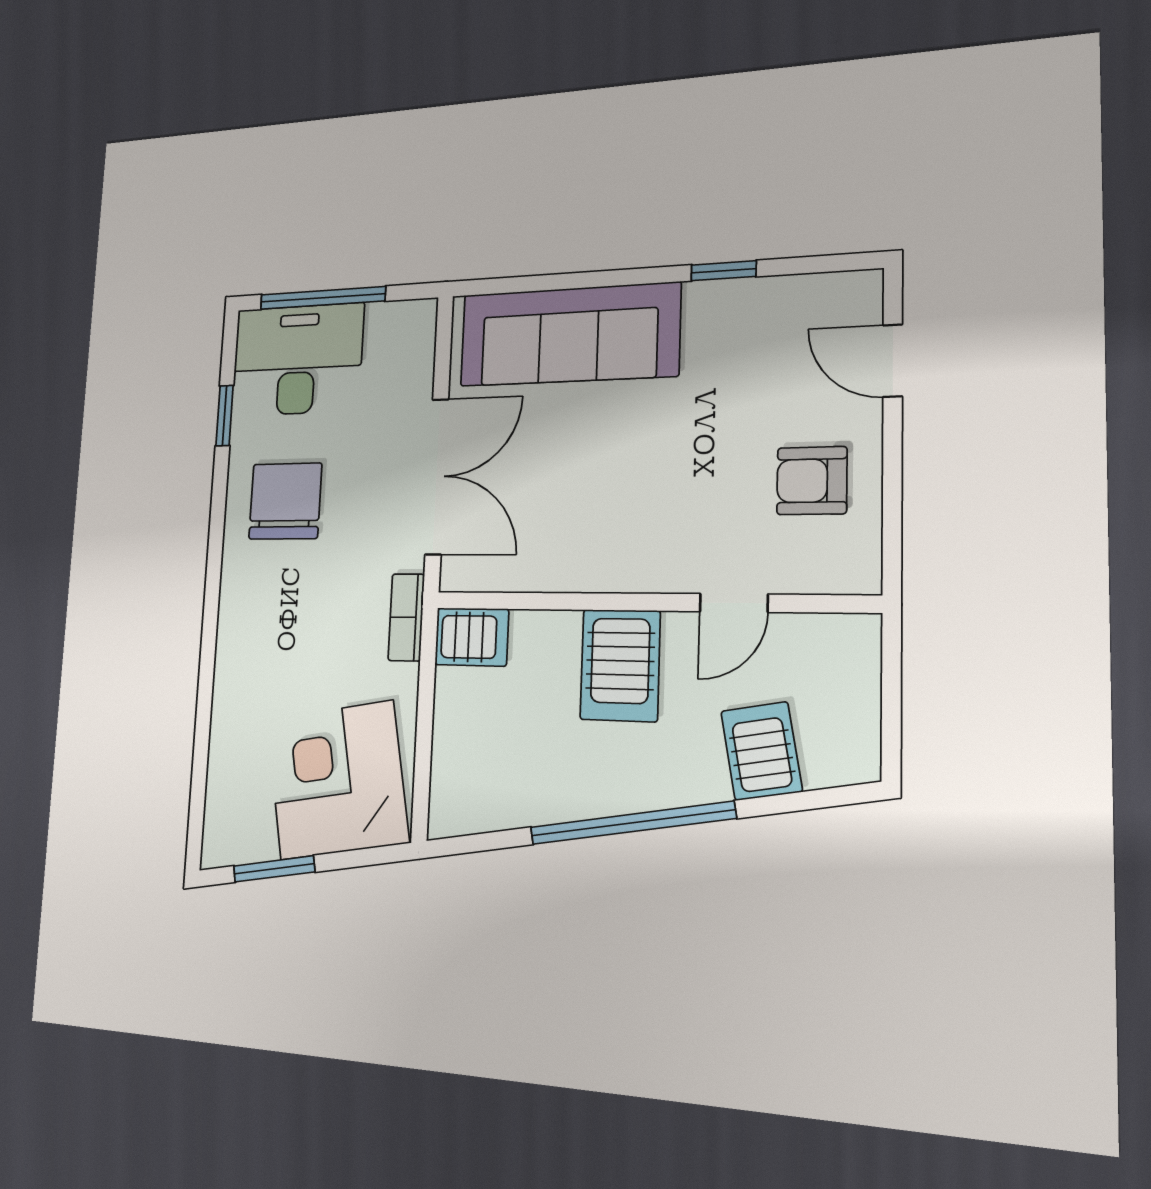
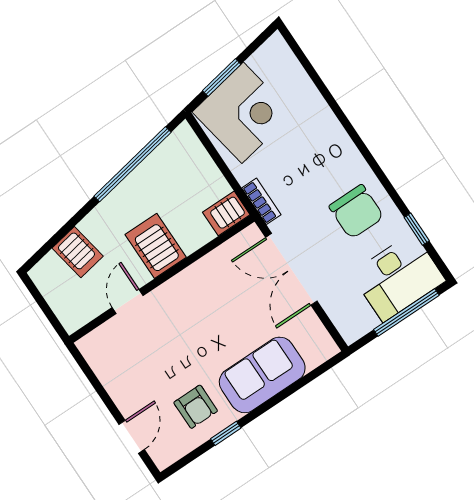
sofa: (569, 335) -> (262, 375), width x0.73
door: (893, 361) -> (132, 437), hinge flipped
armchair: (812, 481) -> (196, 407), moved, turned 90
window: (632, 823) -> (132, 164), moved
window: (274, 869) -> (222, 77), moved

